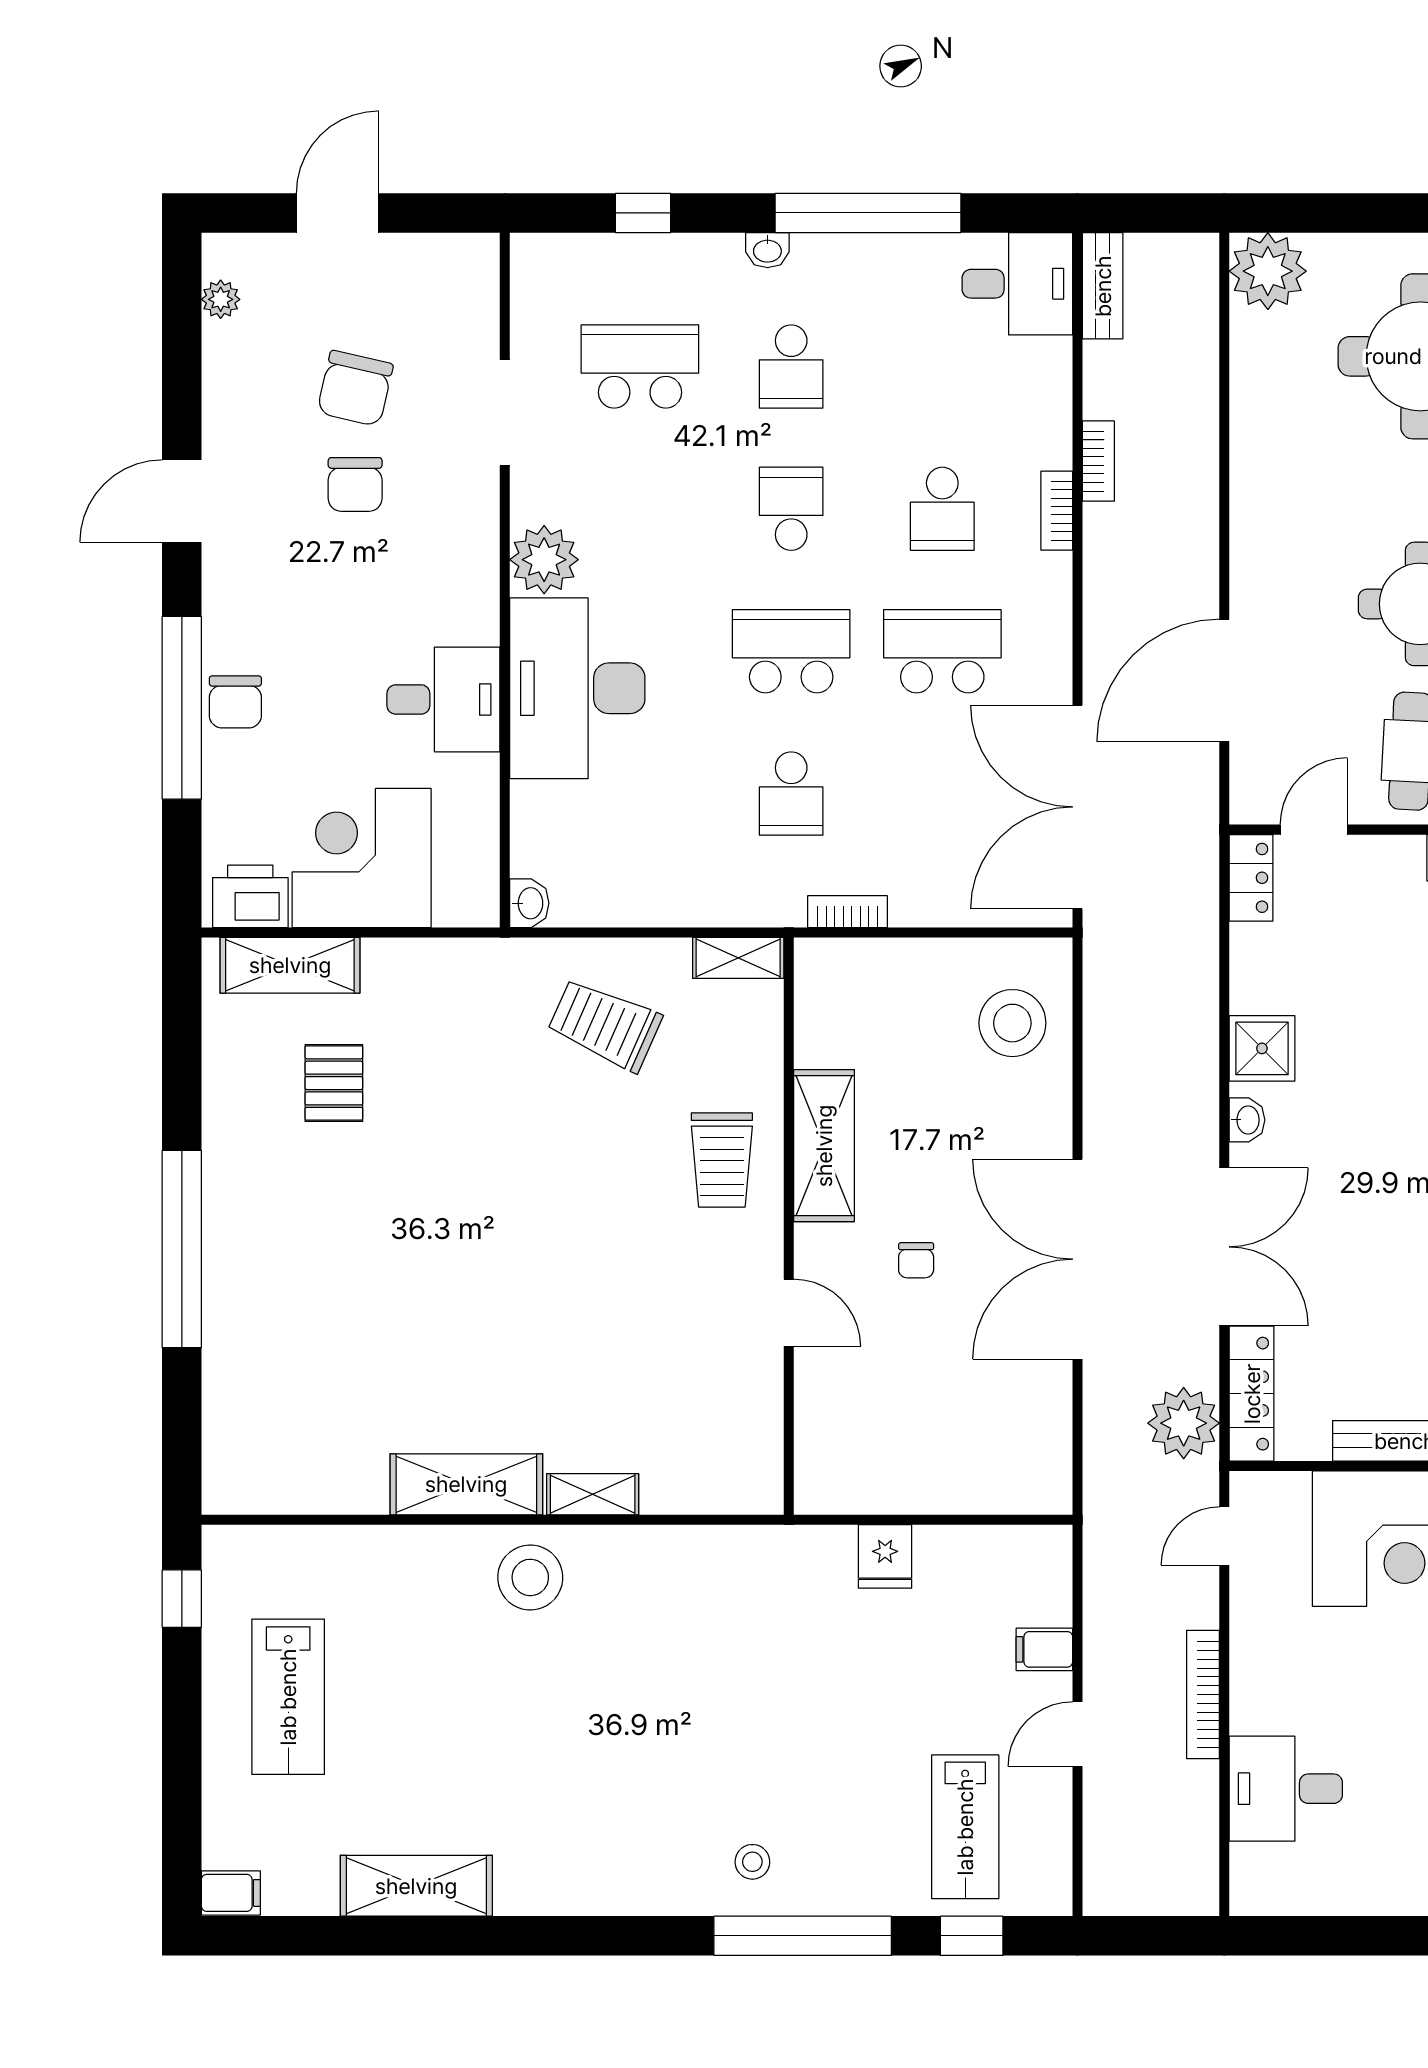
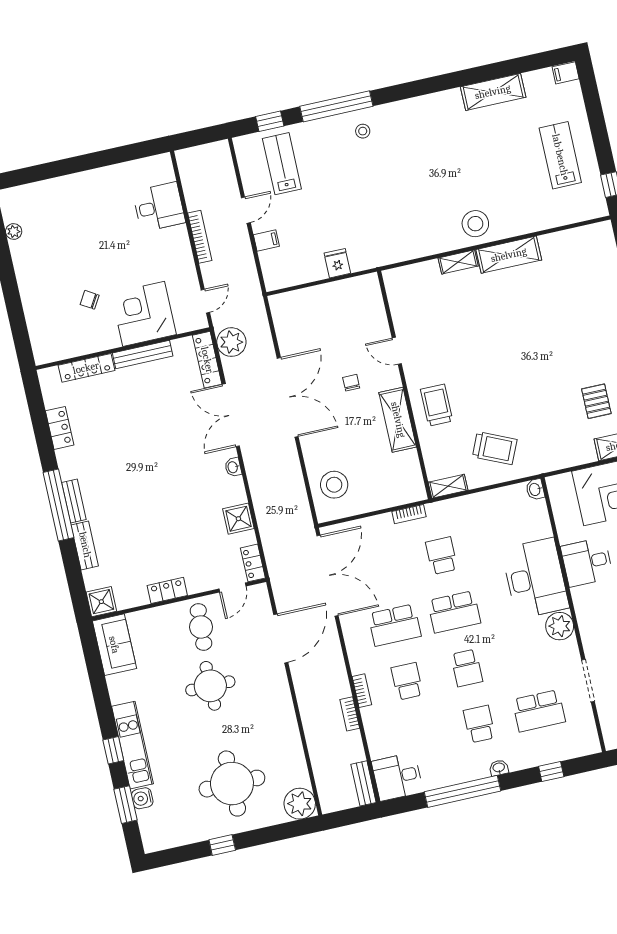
shower: (1262, 1048) -> (238, 519), moved

